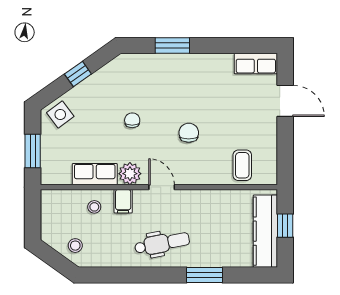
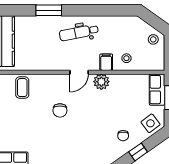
chair: (132, 120) -> (123, 136), moved
row of seats: (95, 174) -> (157, 90), moved, turned 90
door: (162, 187) -> (79, 72), hinge flipped
stool: (75, 246) -> (153, 39), moved

